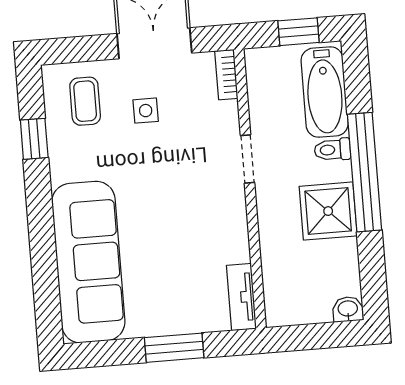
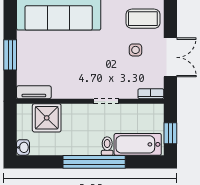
coffee table: (85, 101) -> (143, 19), width x1.36, depth x1.30
shower: (328, 211) -> (47, 118), moved

